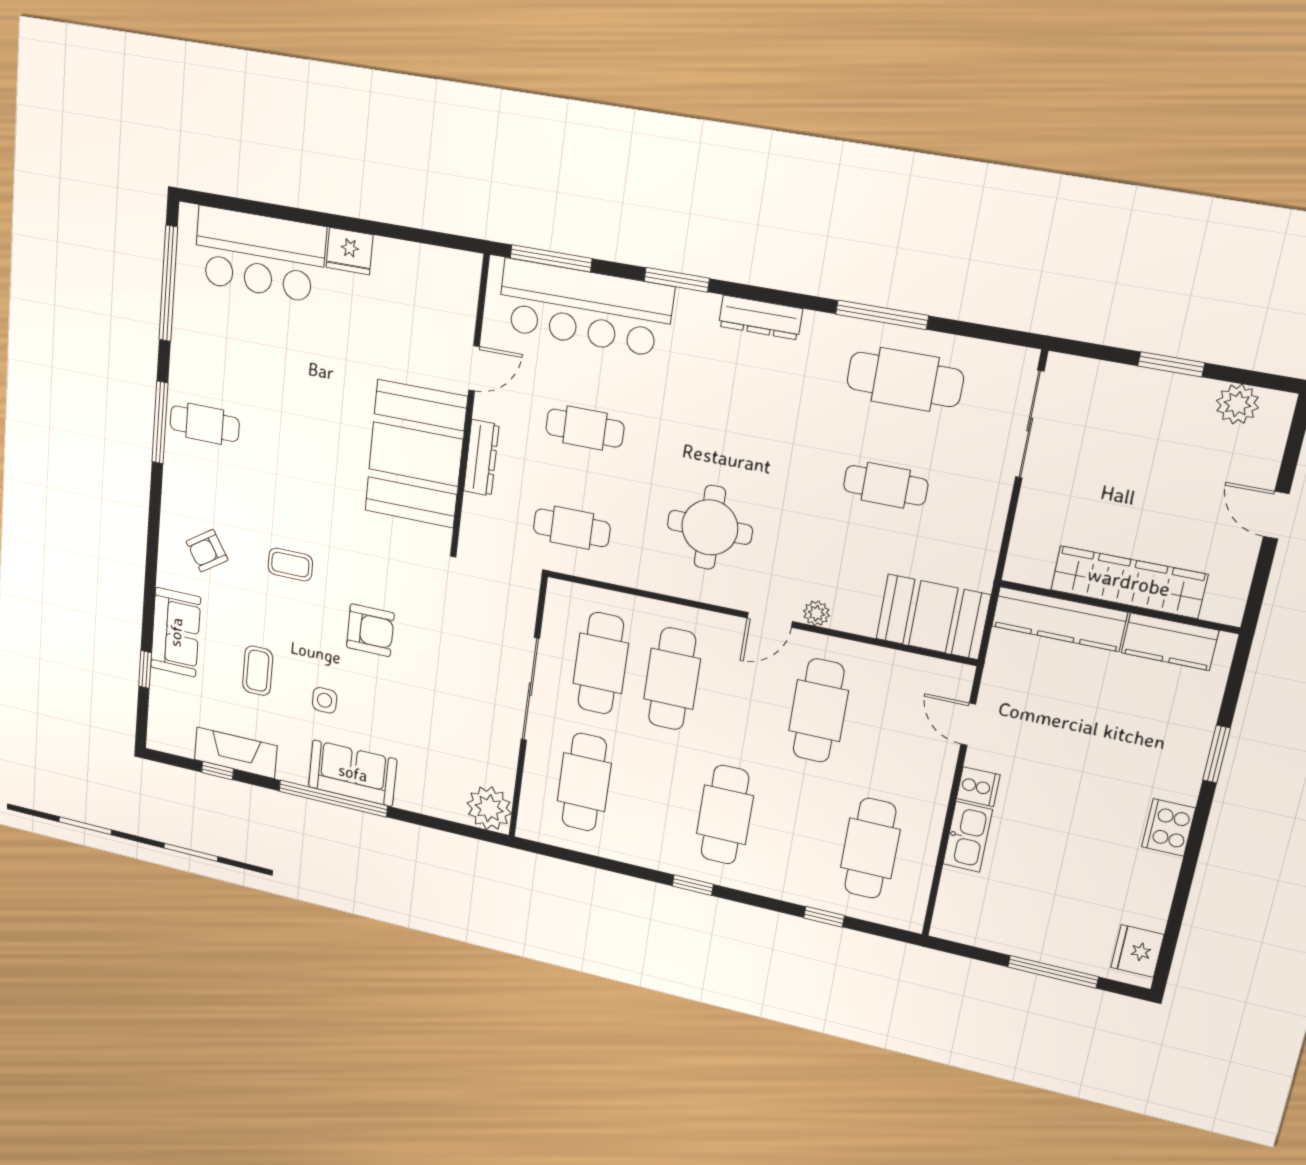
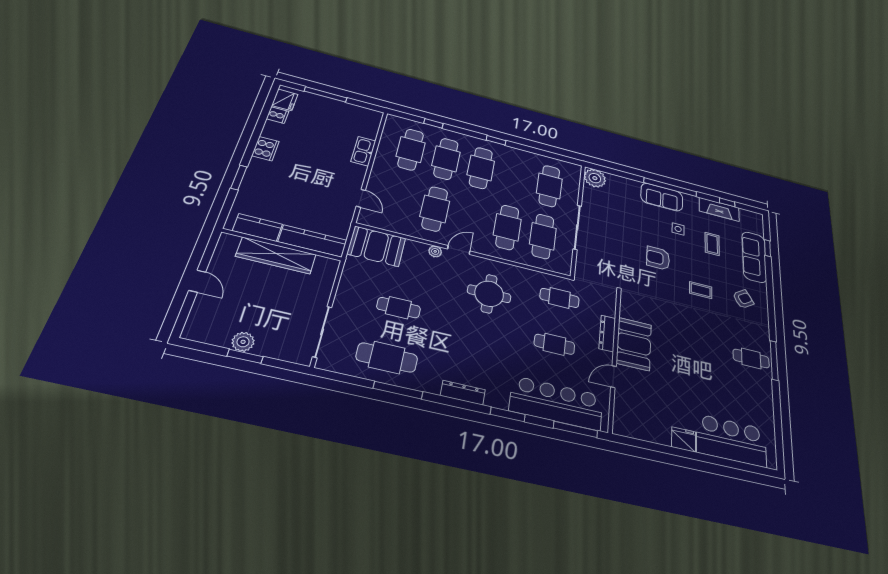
window: (168, 284) -> (778, 429), removed
plant: (1237, 404) -> (243, 342), moved
booth: (416, 454) -> (634, 344), width x0.73, depth x0.70
sofa: (176, 632) -> (754, 257), width x1.36
cooker: (978, 787) -> (278, 115), moved, turned 180
cafe table: (797, 831) -> (446, 159), added

